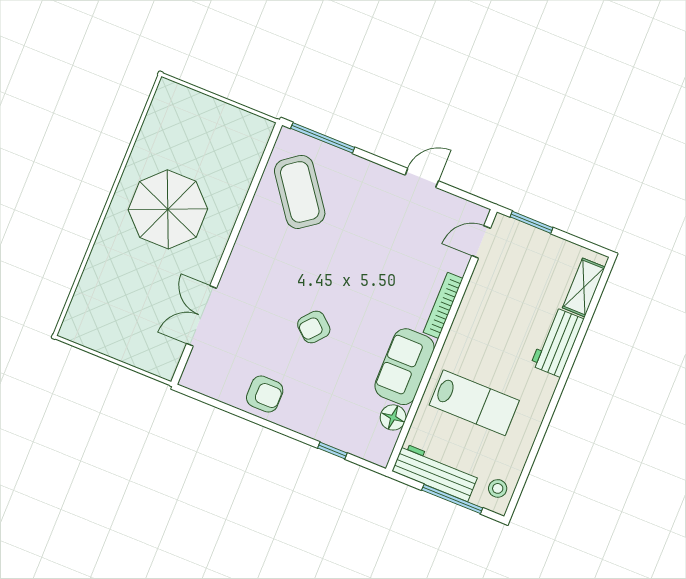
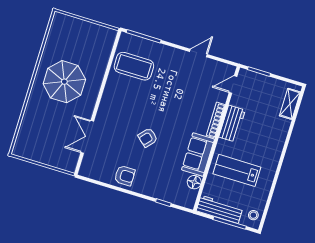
coffee table: (300, 192) -> (134, 66), turned -54
workbench: (557, 342) -> (232, 124), moved, turned 180
lab bench: (474, 403) -> (237, 170), turned 180

